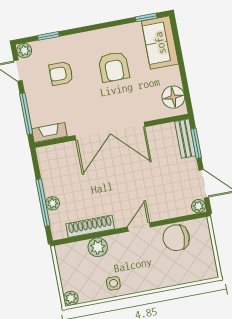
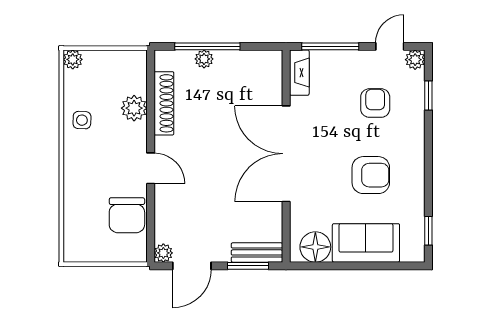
sofa: (160, 43) -> (366, 243), moved
armchair: (114, 67) -> (371, 175), turned 180
chair: (176, 238) -> (127, 215), turned 180

